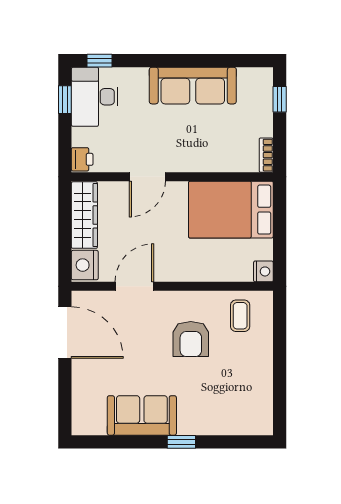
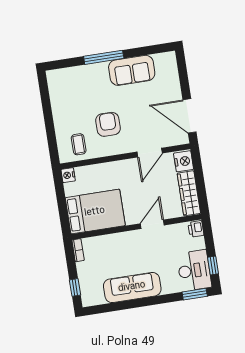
window: (100, 61) -> (195, 294), width x1.50
window: (181, 442) -> (104, 57), width x2.17

